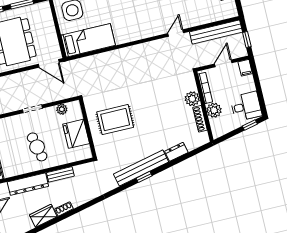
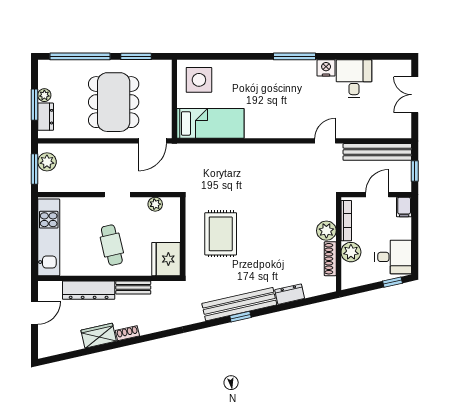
door: (49, 63) -> (153, 141), hinge flipped
rug: (115, 120) -> (221, 234), turned 90
fridge: (76, 134) -> (166, 259), moved

